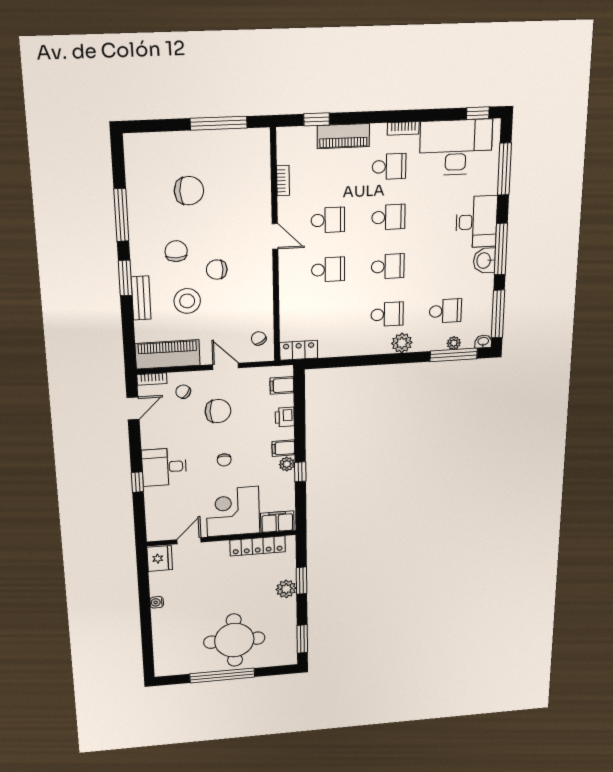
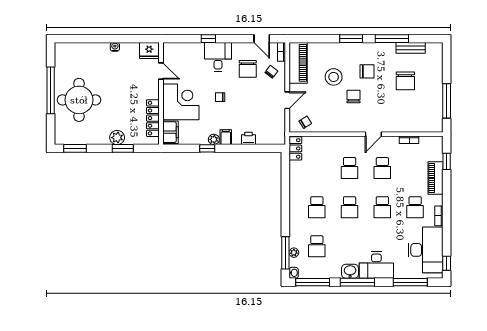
bench: (141, 298) -> (411, 48), moved
plant: (402, 343) -> (296, 217), removed
filing cabinet: (282, 385) -> (271, 137), removed
chair: (218, 411) -> (248, 69), moved

